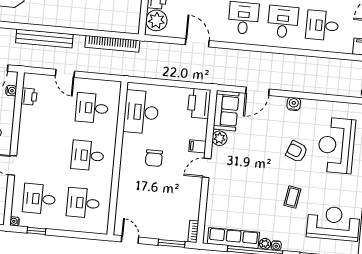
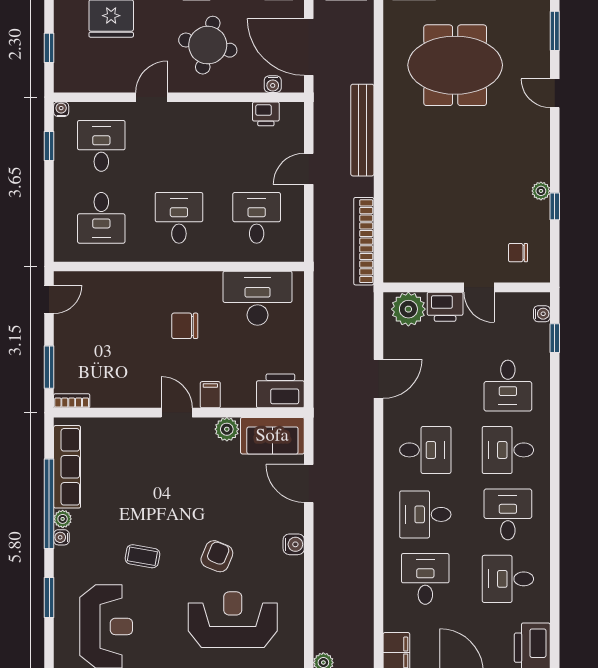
desk: (283, 22) -> (425, 514), turned 180
desk: (83, 203) -> (101, 218), turned 180

